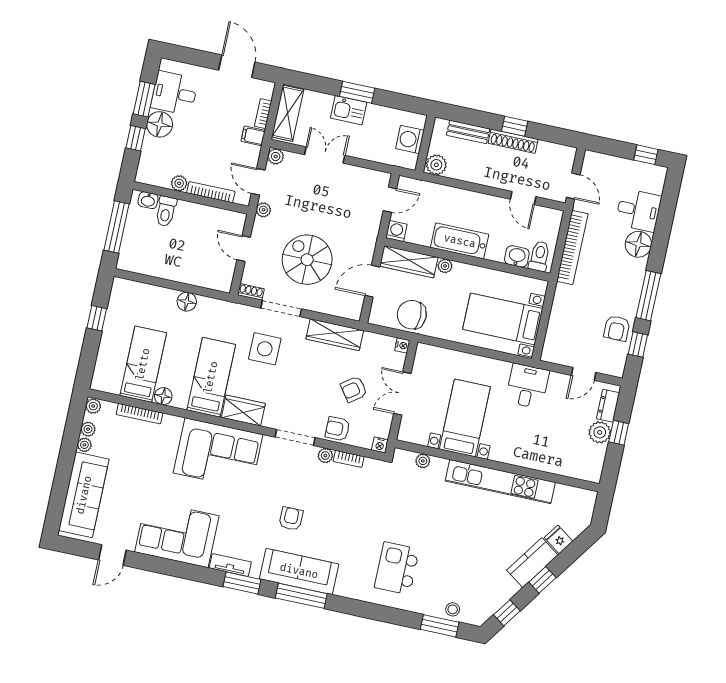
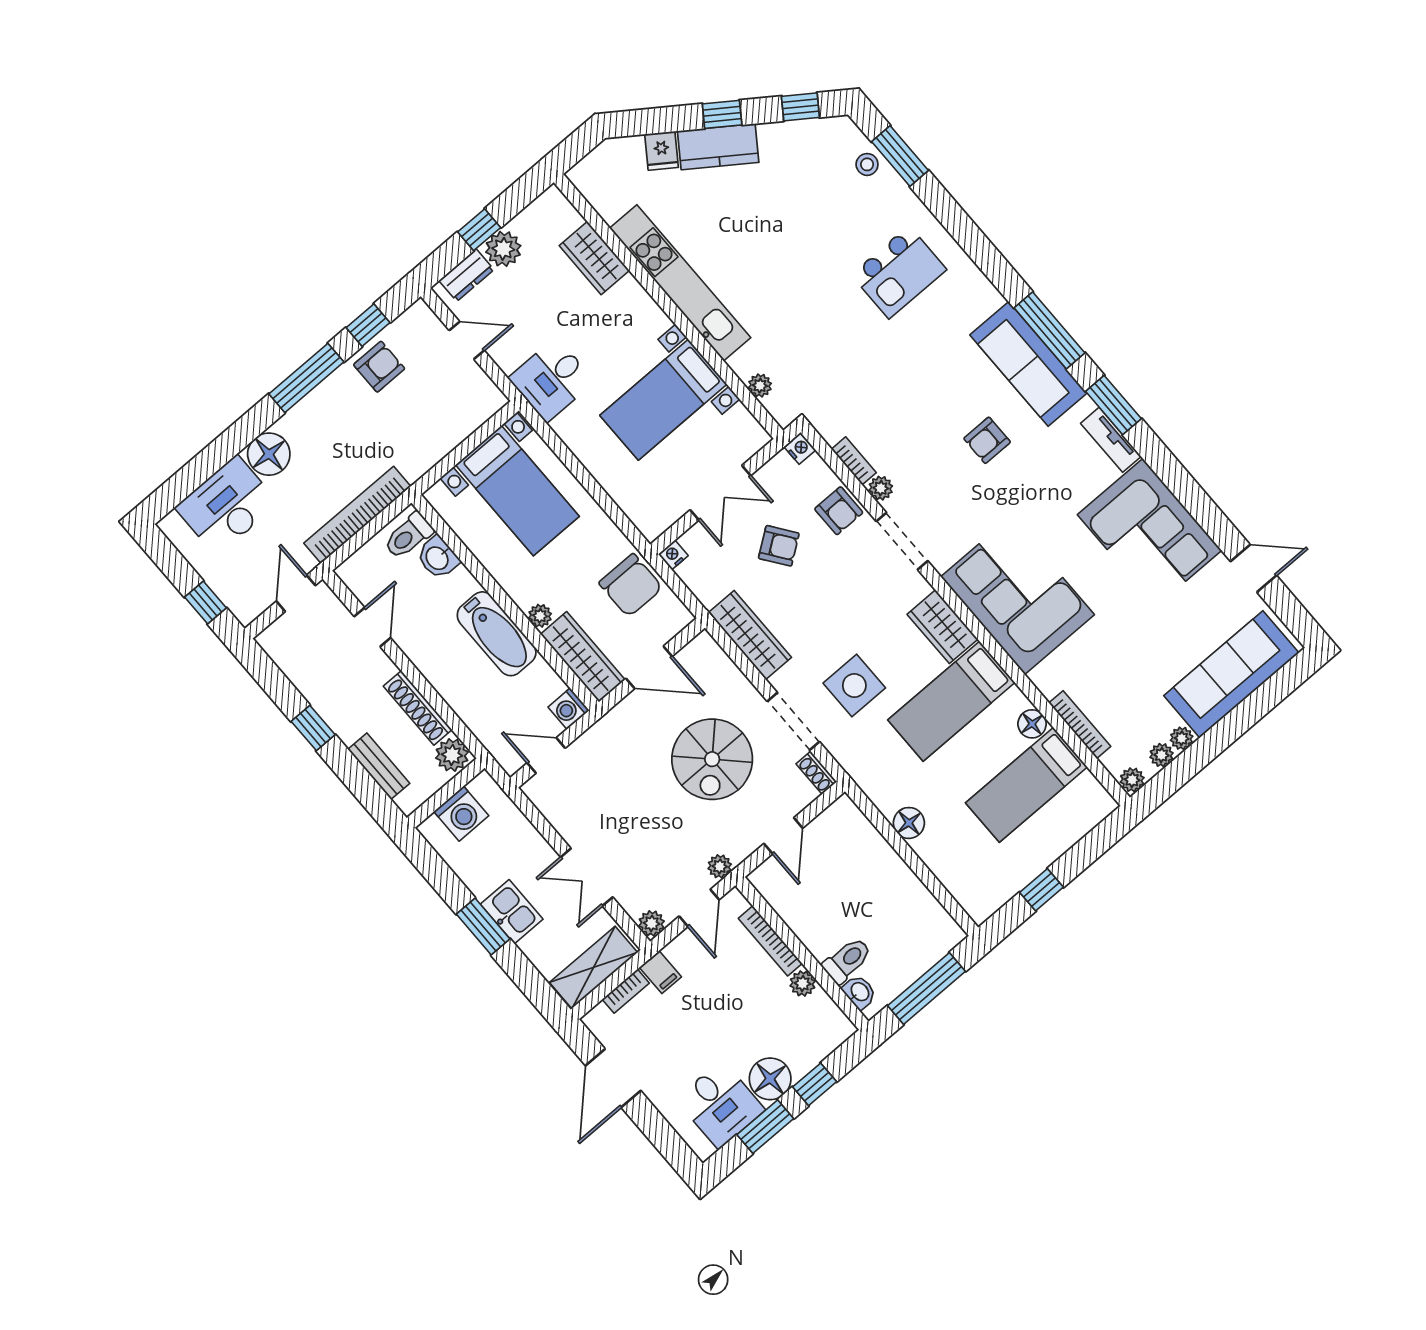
shoe rack: (513, 141) -> (418, 708), moved, turned 180
window: (646, 155) -> (206, 603), moved
desk: (638, 210) -> (227, 505), width x1.37
wardrobe: (552, 462) -> (594, 258), added

